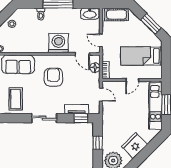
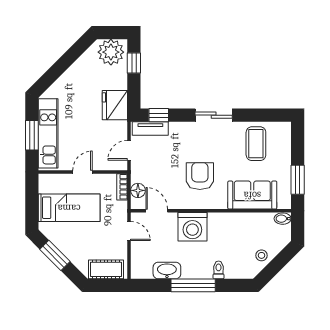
washbasin: (90, 14) -> (167, 270), moved
armchair: (53, 77) -> (200, 176), turned 180
door: (101, 95) -> (129, 150), hinge flipped
tv unit: (77, 109) -> (150, 129), moved
window: (98, 143) -> (134, 63), moved
fridge: (134, 145) -> (115, 105), moved, turned 135

